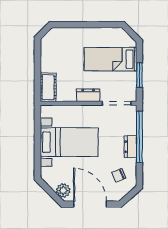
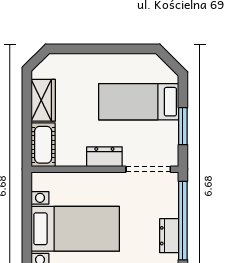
wardrobe: (48, 58) -> (43, 100), added

